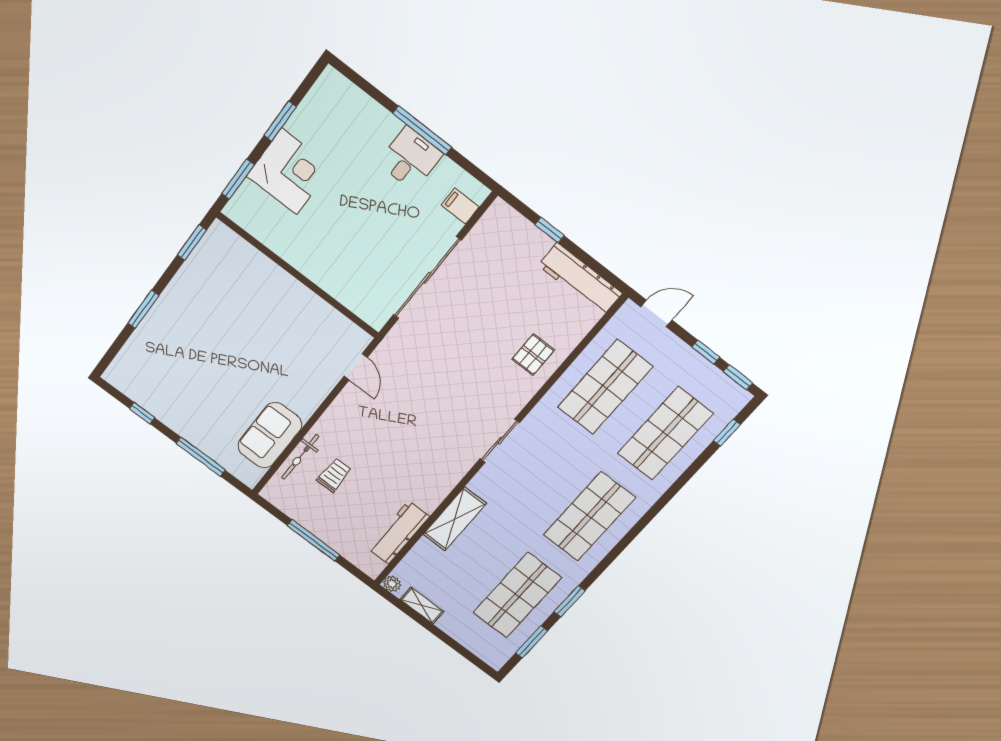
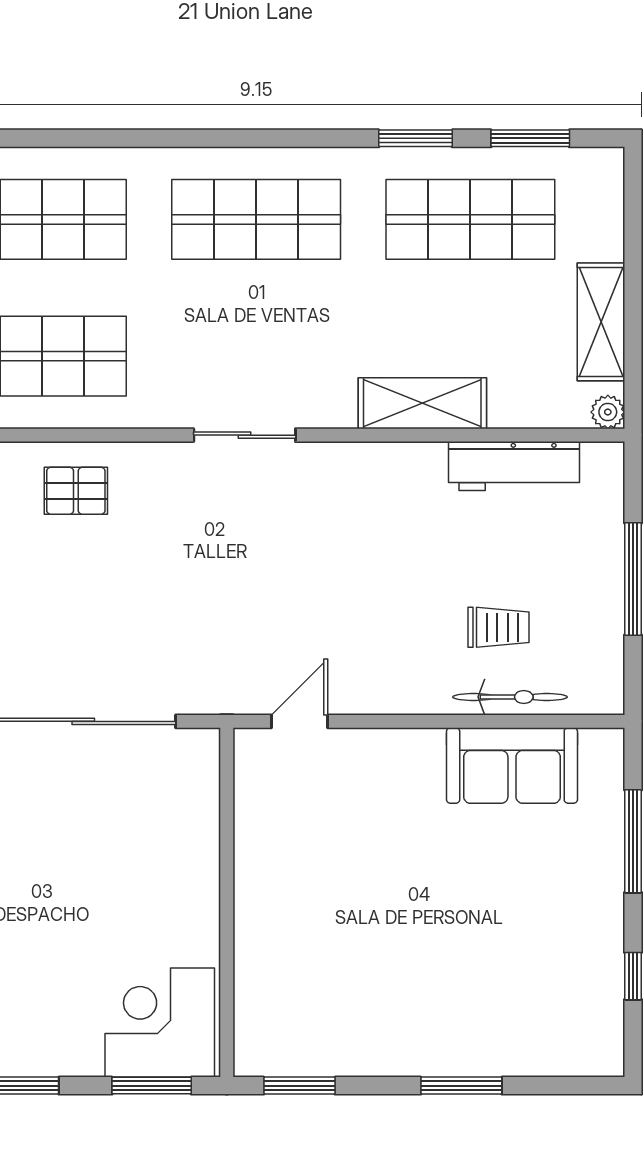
corner desk: (289, 172) -> (160, 1023), moved
trolley: (334, 475) -> (498, 627), turned 180
shelving: (422, 605) -> (601, 322), width x1.50, depth x1.33

